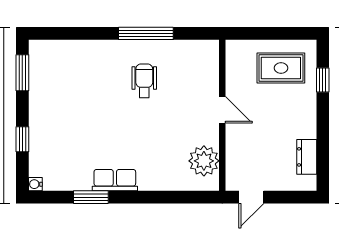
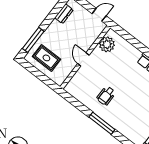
window: (146, 33) -> (102, 123), moved
window: (323, 80) -> (33, 40), width x2.17

